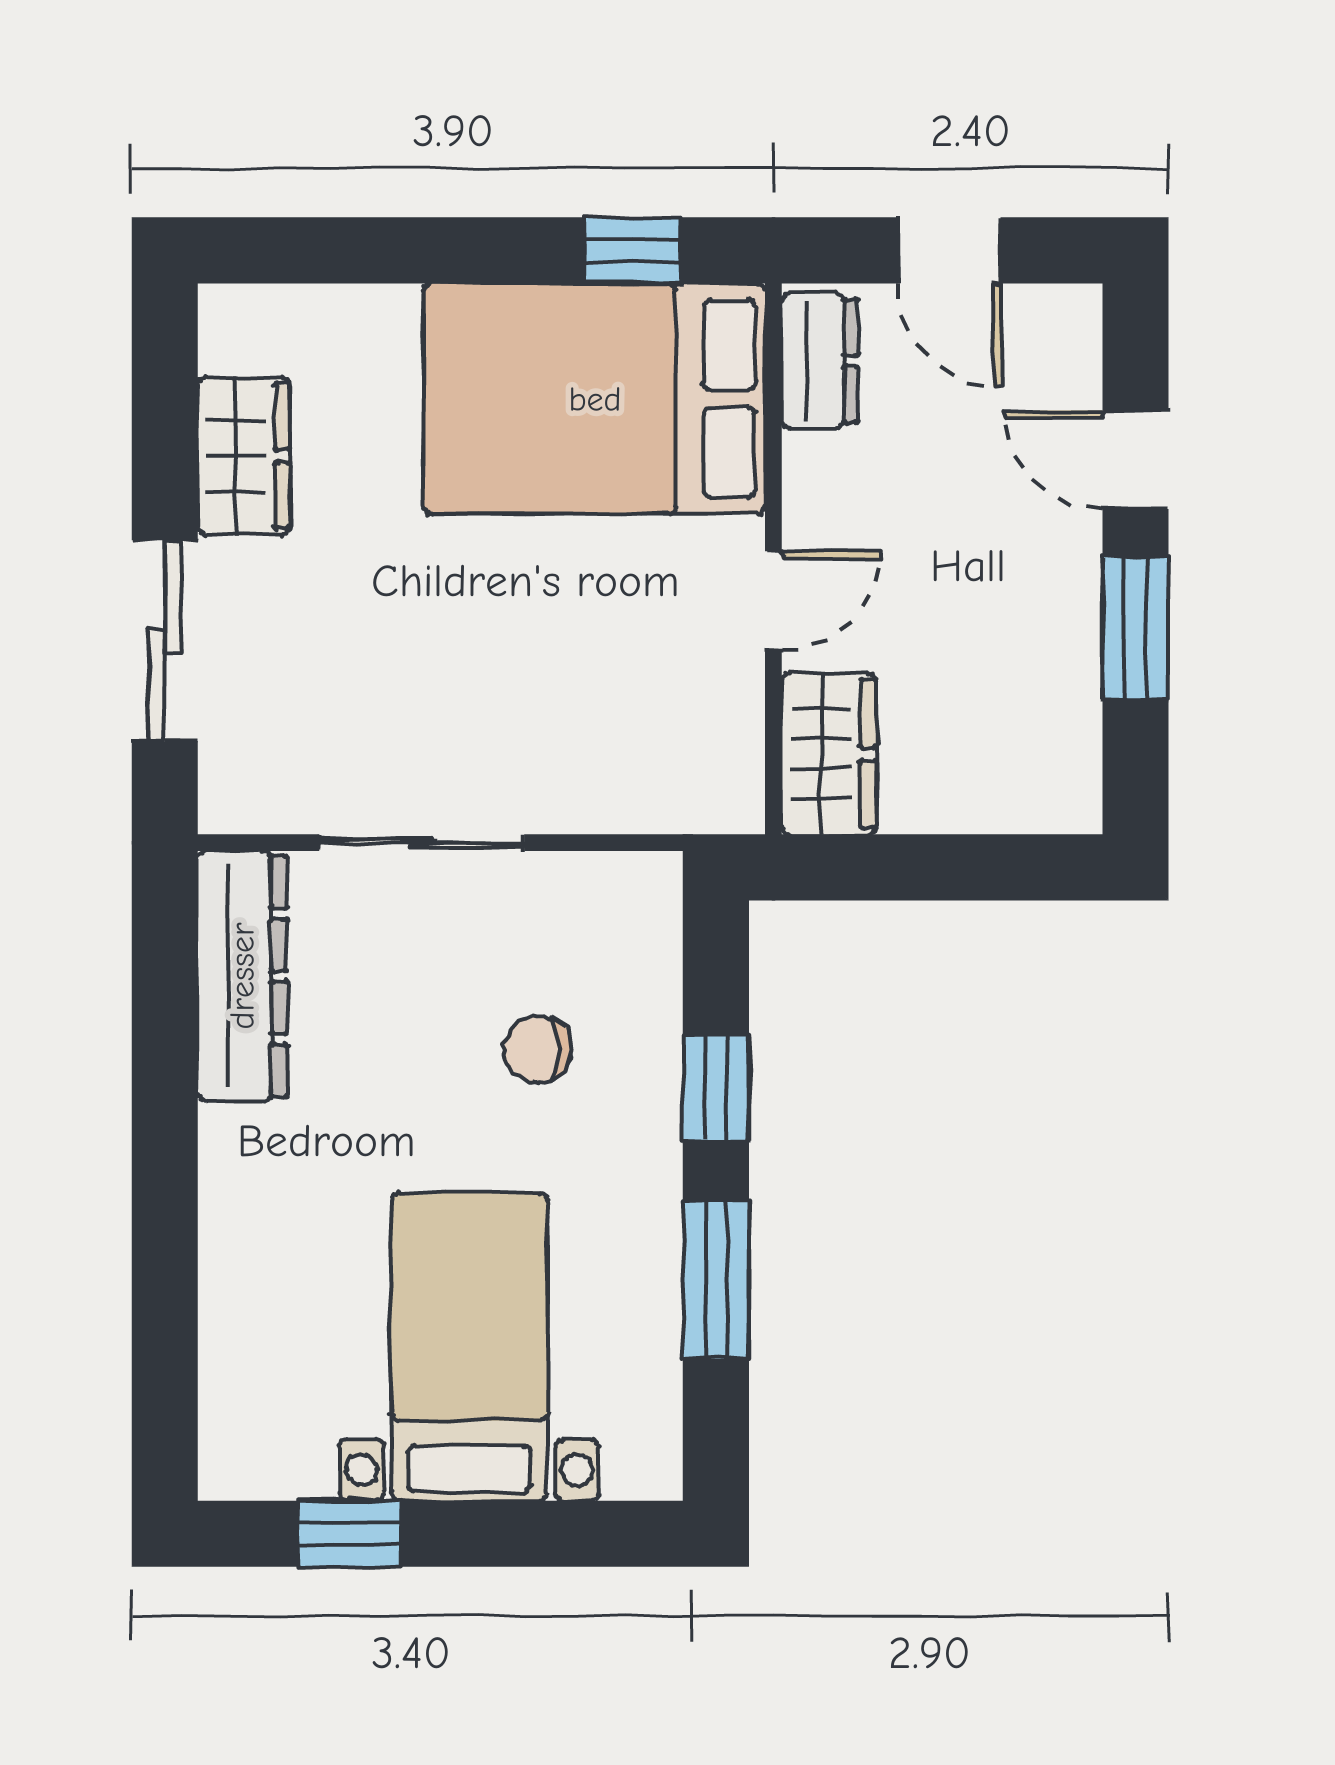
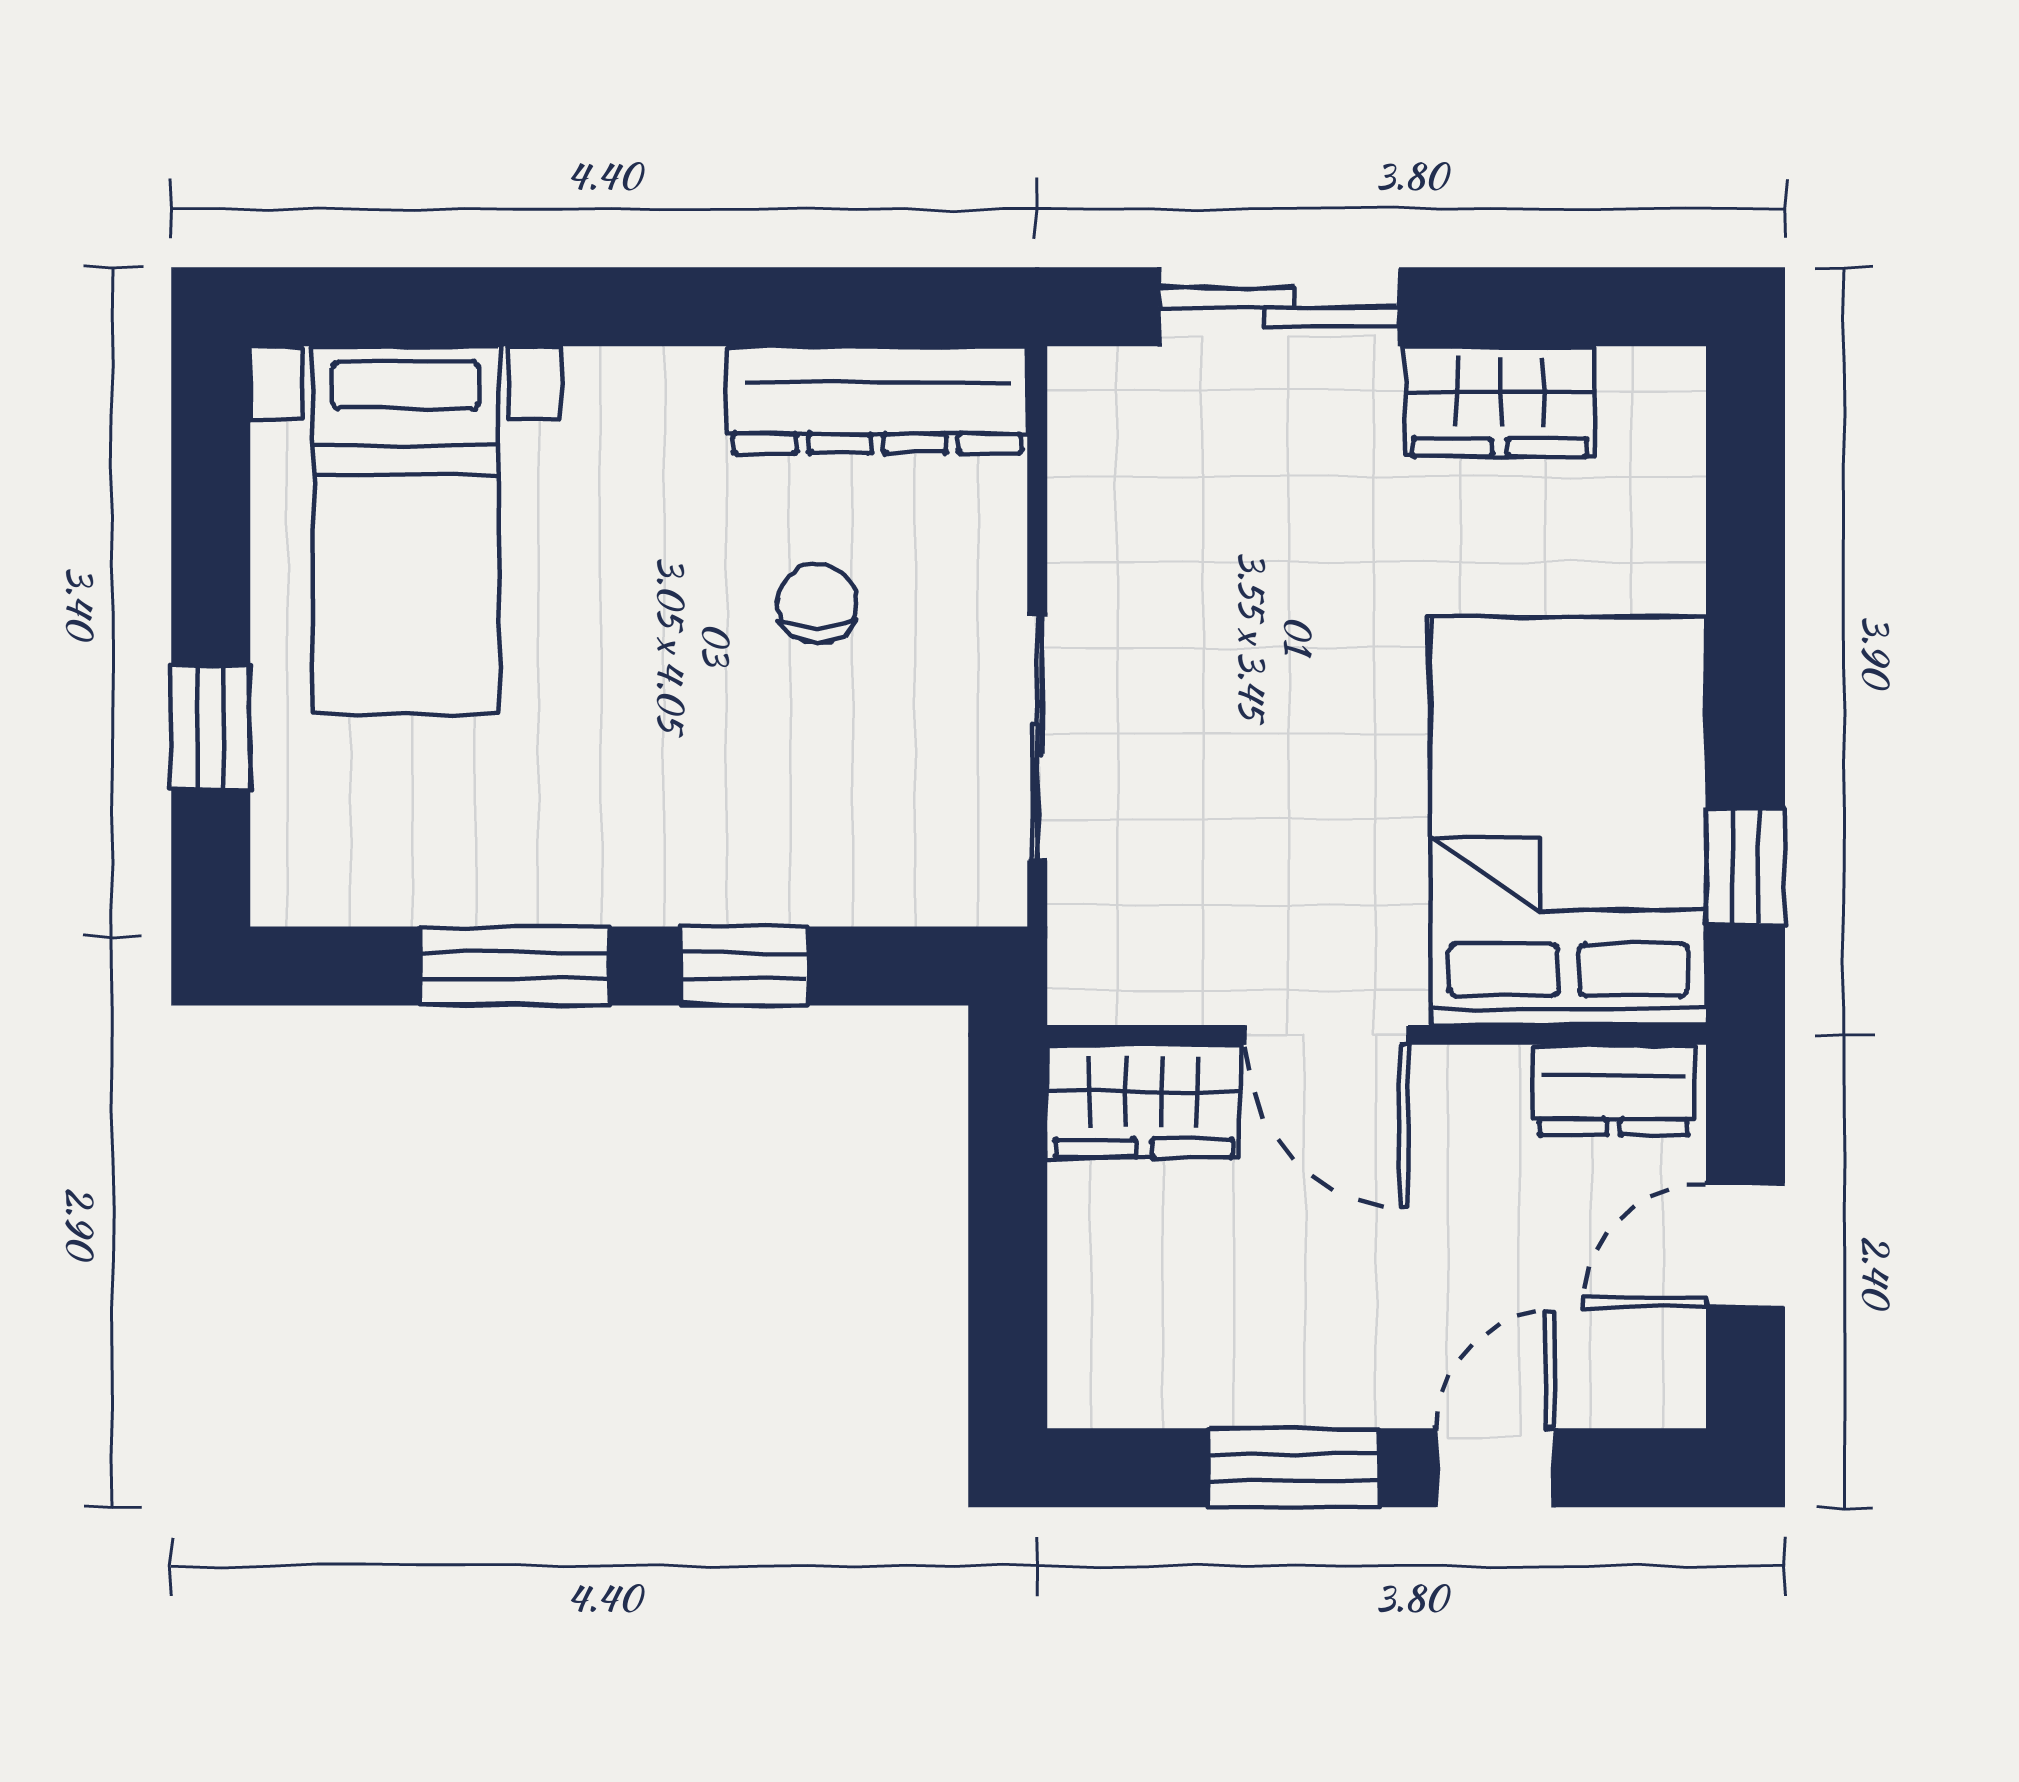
door: (773, 601) -> (1327, 1035), width x1.38
sliding door: (422, 843) -> (1037, 738), moved
chair: (538, 1049) -> (817, 603), moved
bed with nightstands: (469, 1347) -> (406, 530), moved, turned 90
window: (350, 1534) -> (211, 727), moved

